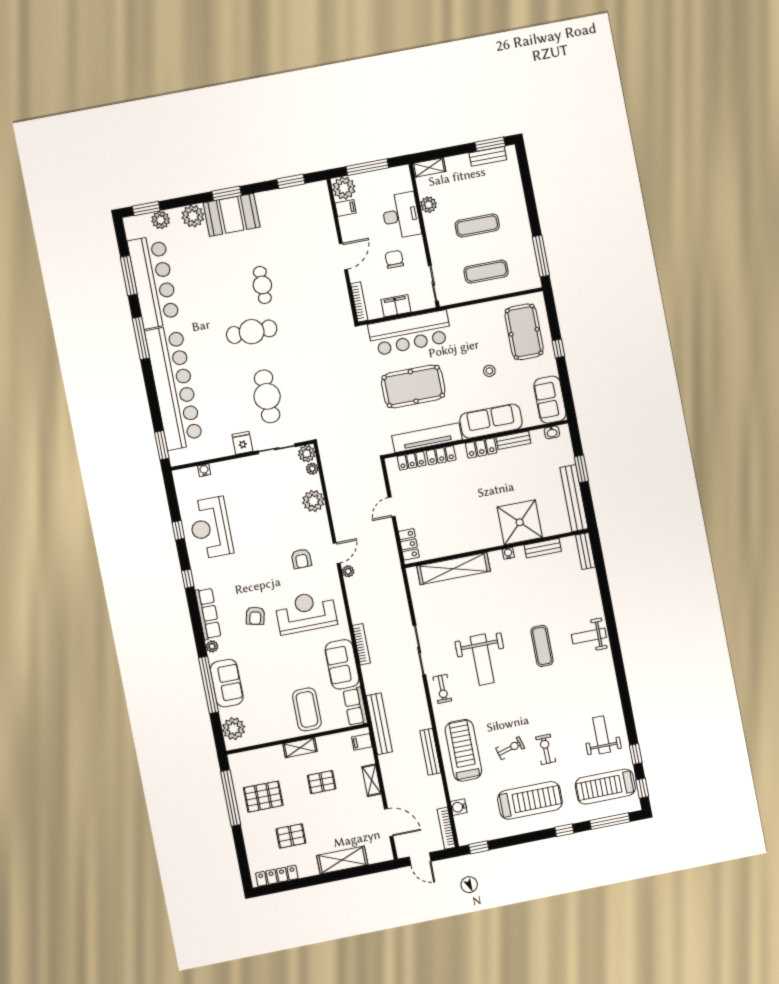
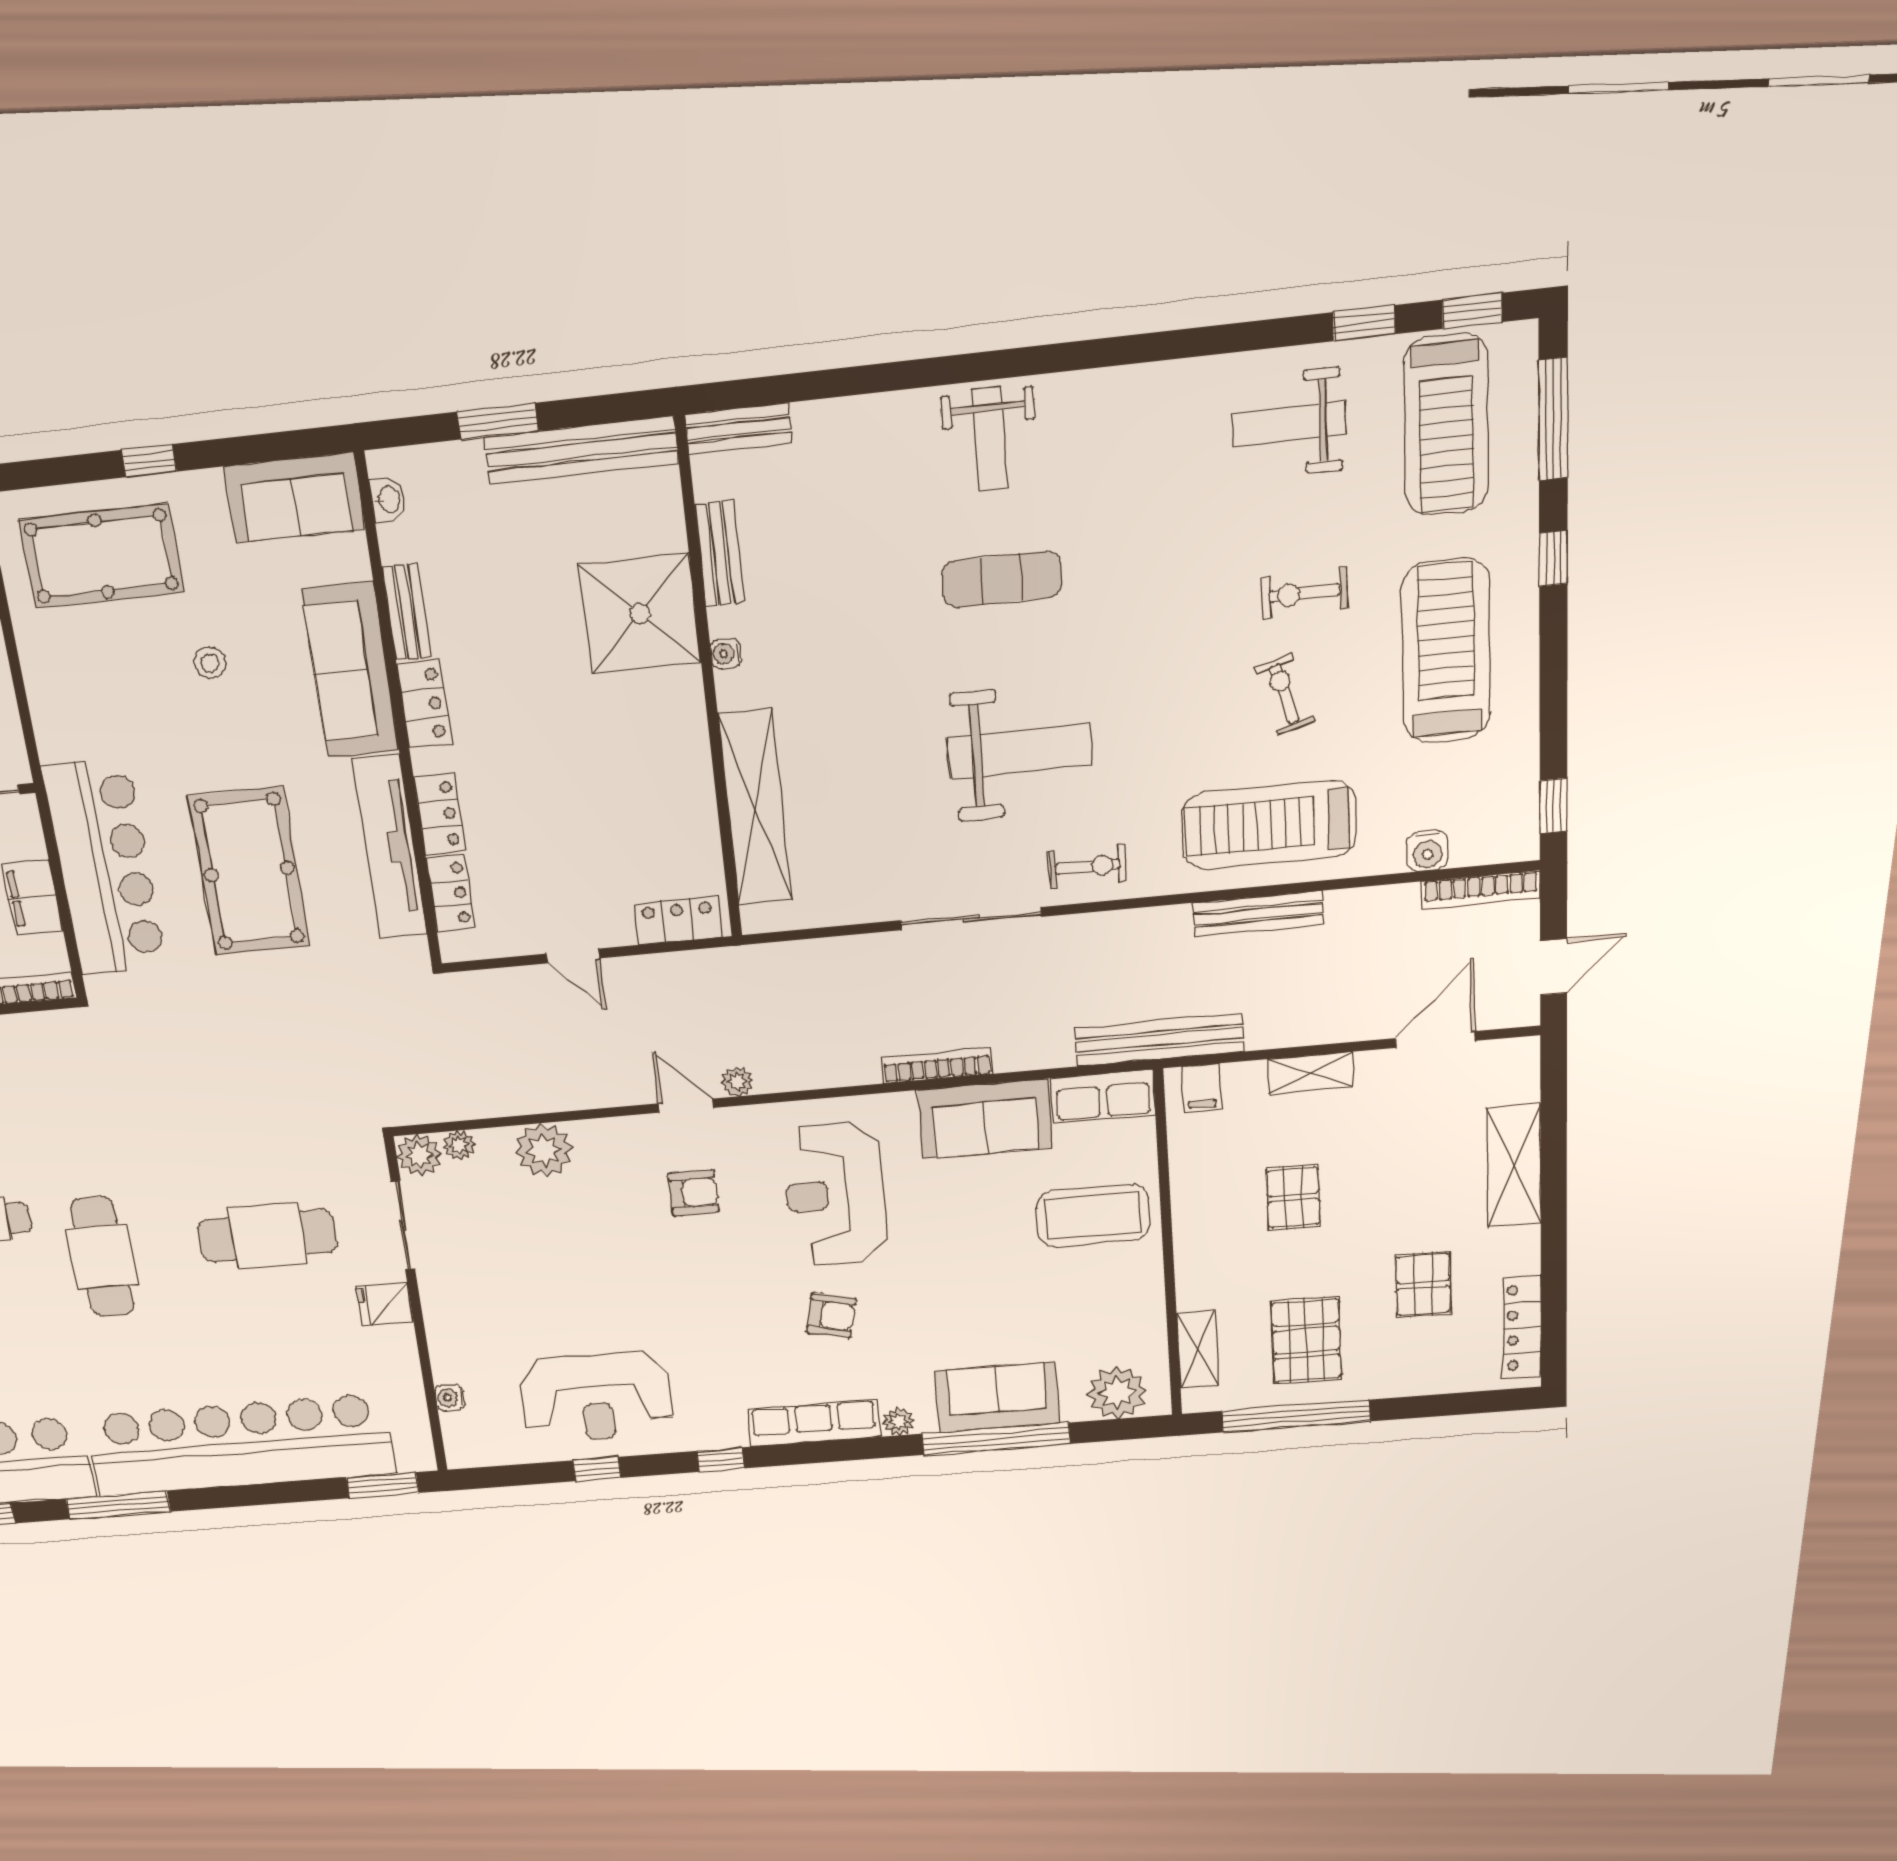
shelving: (300, 748) -> (1198, 1349), moved

